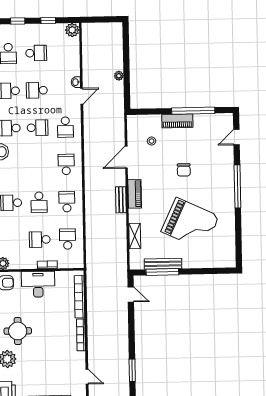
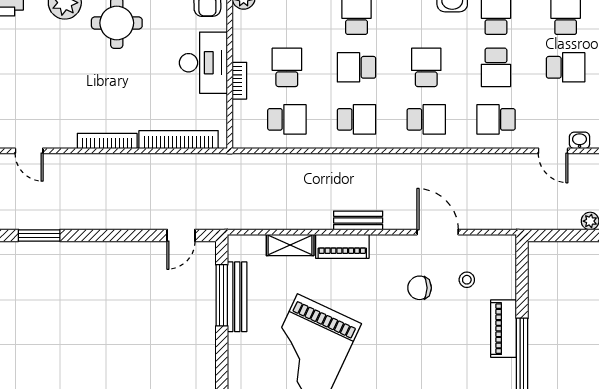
school desk: (37, 90) -> (566, 67), turned 90
school desk: (38, 165) -> (426, 67), added
chair: (184, 170) -> (420, 288), moved
piano: (135, 194) -> (342, 246), moved
door: (87, 377) -> (29, 151), hinge flipped

